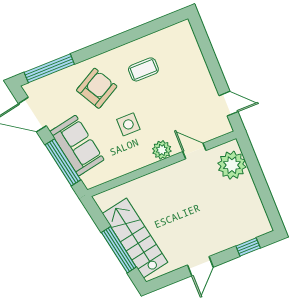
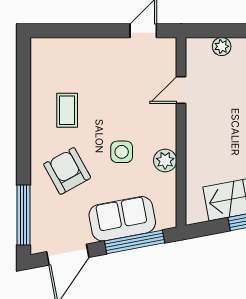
plant: (162, 150) -> (165, 161), moved
plant: (232, 165) -> (222, 46), width x0.53, depth x0.53

